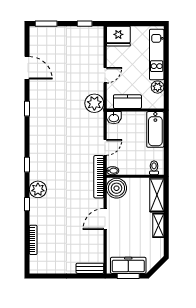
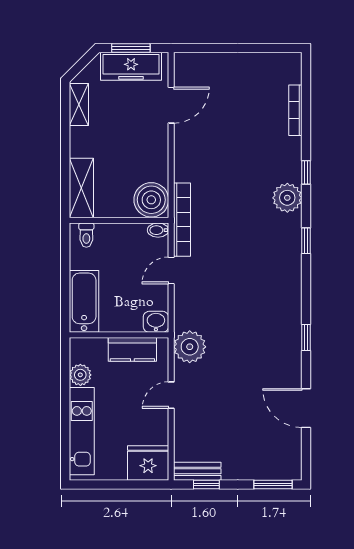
door: (105, 219) -> (171, 105), moved
shelving: (158, 225) -> (79, 104), moved
bench: (90, 268) -> (197, 471), moved

